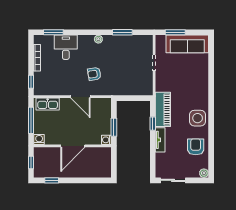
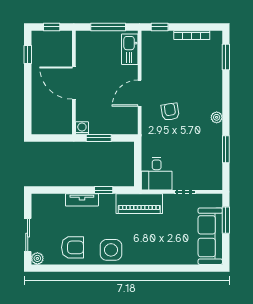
desk: (66, 47) -> (157, 174), moved, turned 90
piano: (163, 109) -> (139, 204), moved
washing machine: (39, 139) -> (82, 38), removed
sliding door: (173, 180) -> (28, 235), moved

